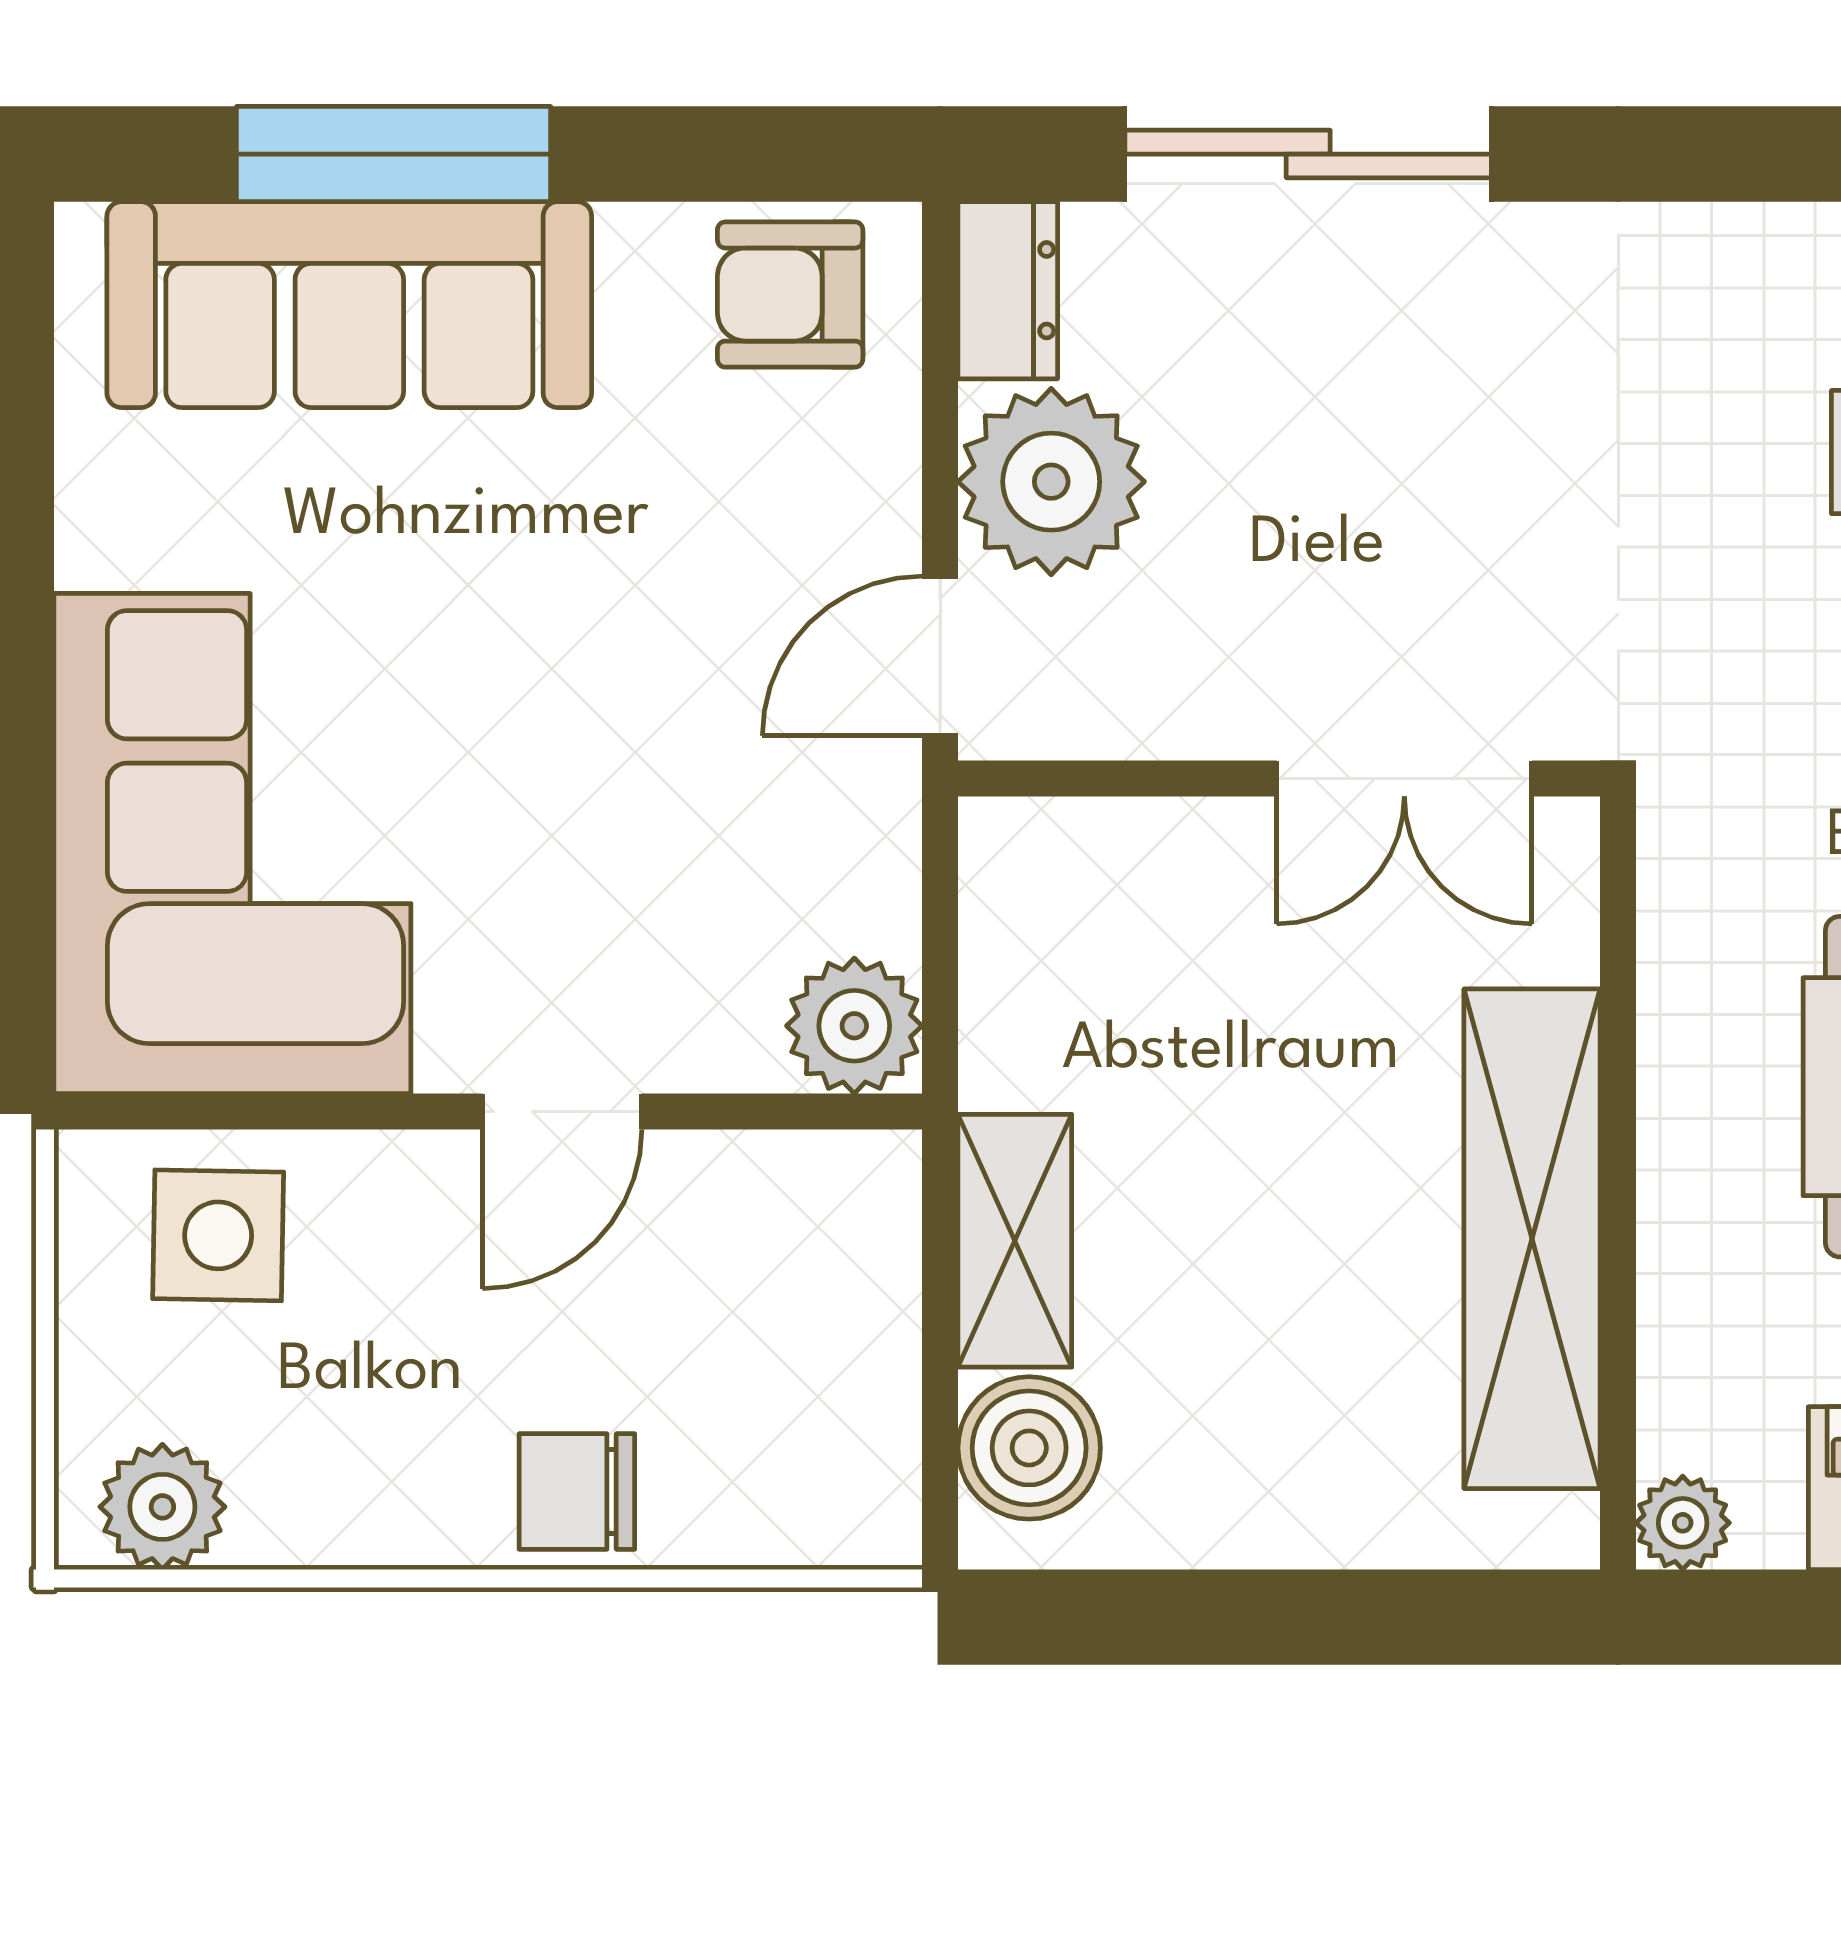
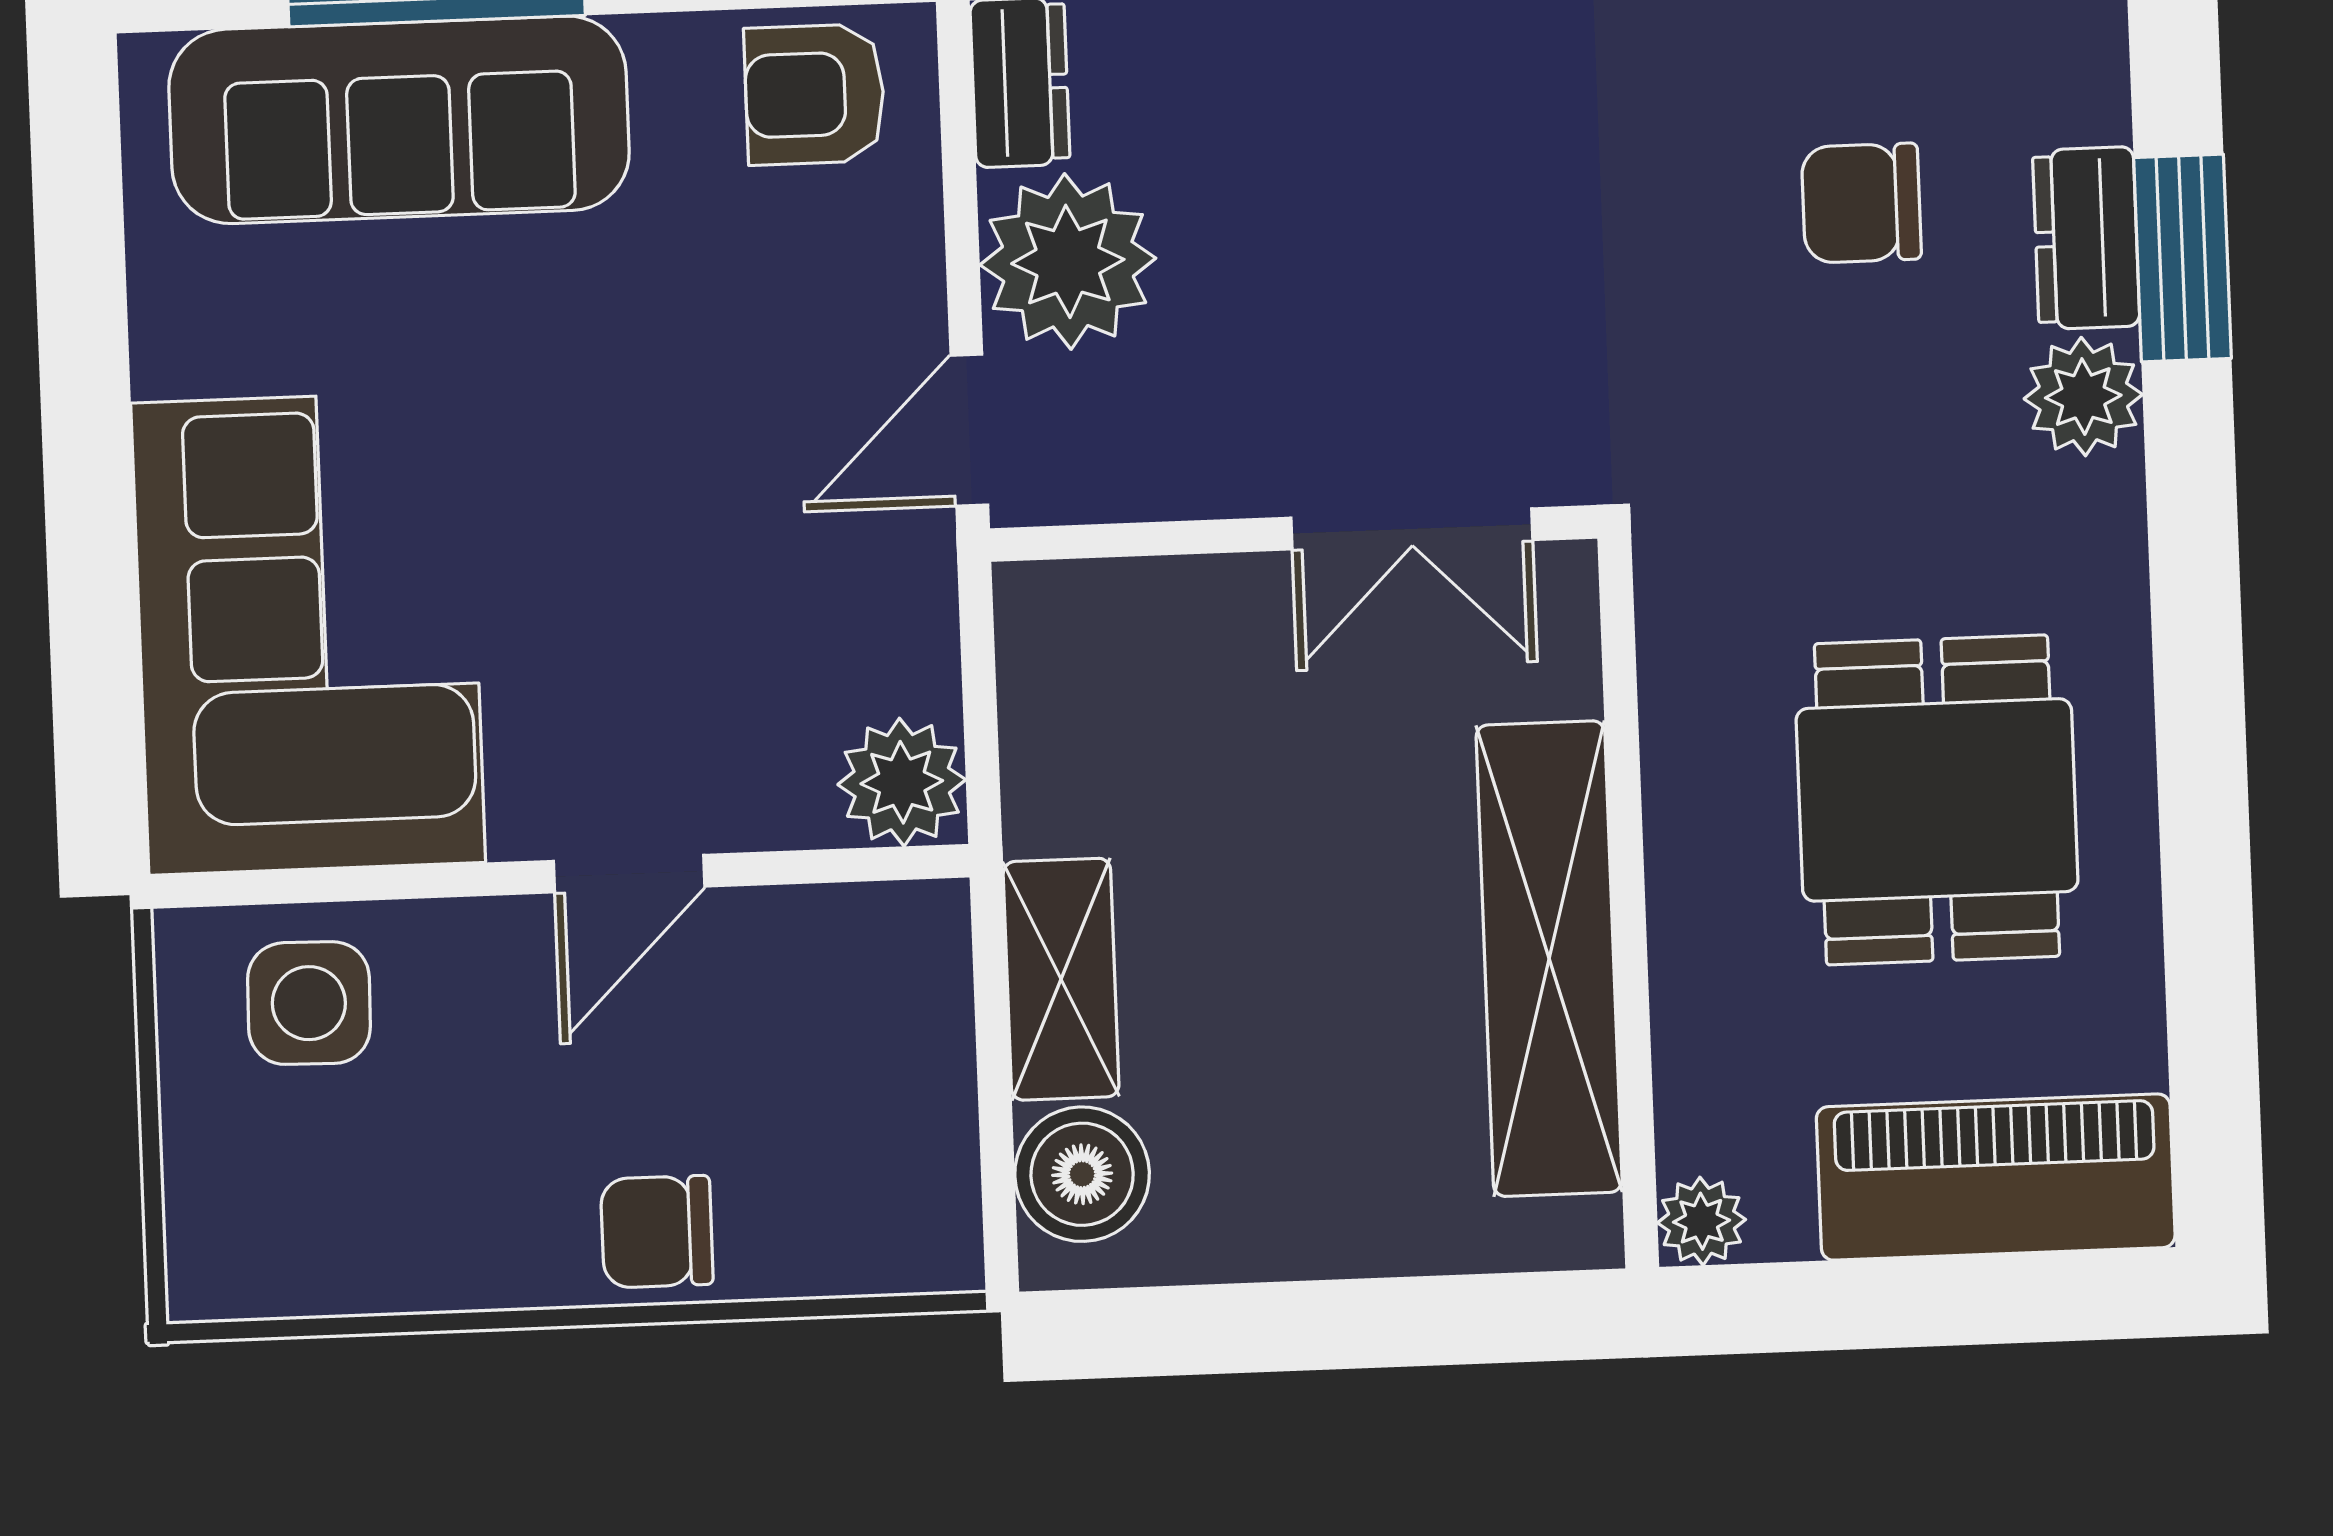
plant: (162, 1507) -> (266, 1261), removed

